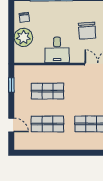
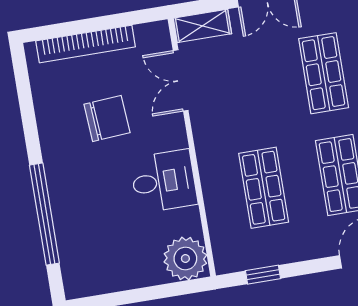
chair: (24, 17) -> (100, 270), removed
plant: (23, 37) -> (185, 259), moved

